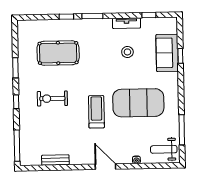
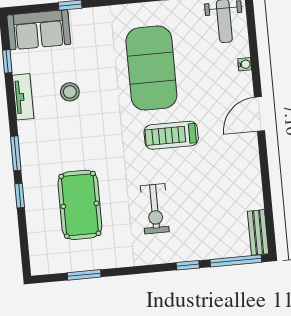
sofa: (167, 53) -> (39, 30), moved
window: (15, 68) -> (84, 275), moved
window: (16, 102) -> (188, 265), moved
bench: (55, 160) -> (258, 232), moved

